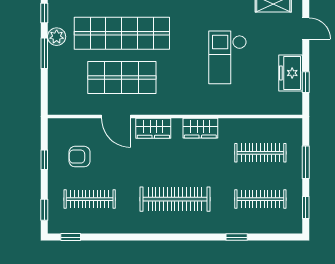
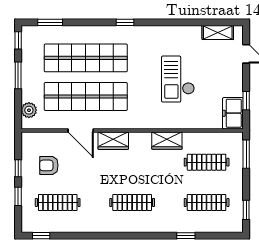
plant: (57, 37) -> (29, 110), moved
freezer: (291, 73) -> (233, 113), moved
shop shelf: (122, 77) -> (86, 97), width x1.40
wardrobe: (200, 128) -> (167, 141), moved
window: (306, 162) -> (246, 154), moved
clothes rail: (175, 199) -> (132, 203), width x0.73, depth x0.76
window: (44, 210) -> (18, 196), moved

